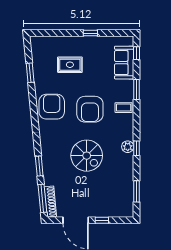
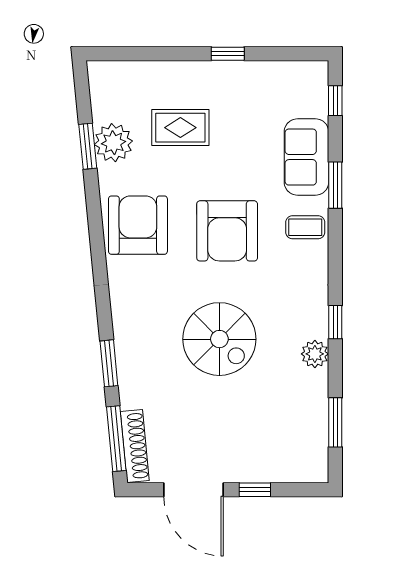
sofa: (124, 63) -> (306, 157), moved
plant: (41, 71) -> (113, 143), added
plant: (128, 147) -> (315, 354), moved

